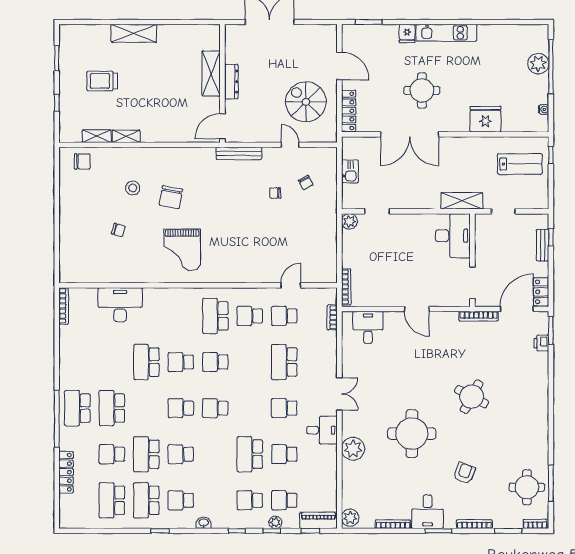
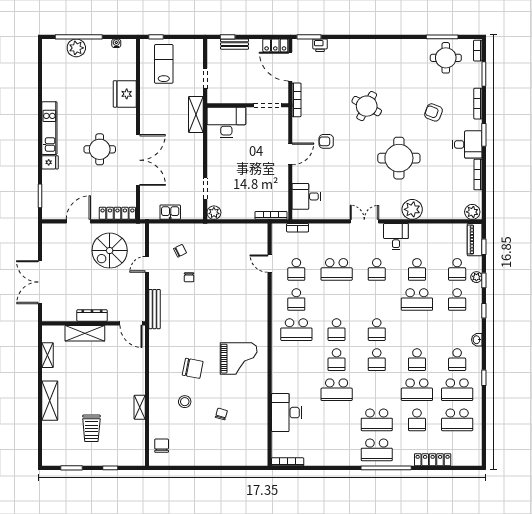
shelving: (97, 136) -> (48, 355), moved
armchair: (431, 350) -> (326, 141), added

